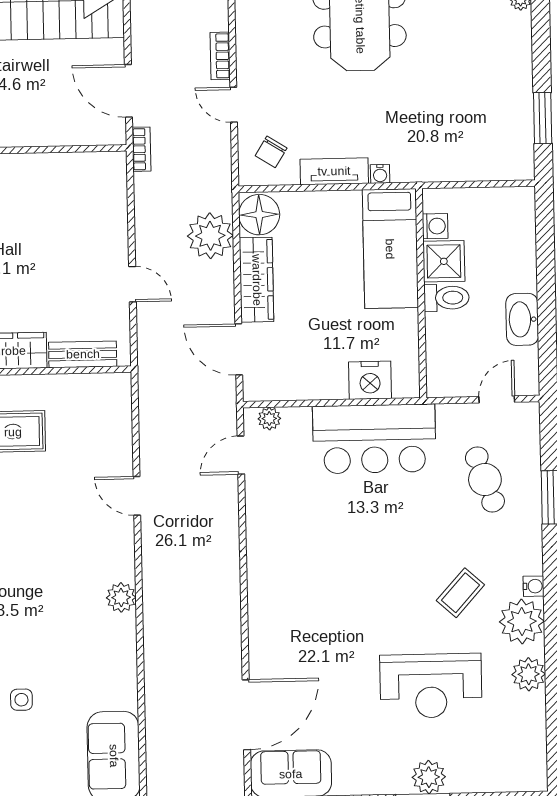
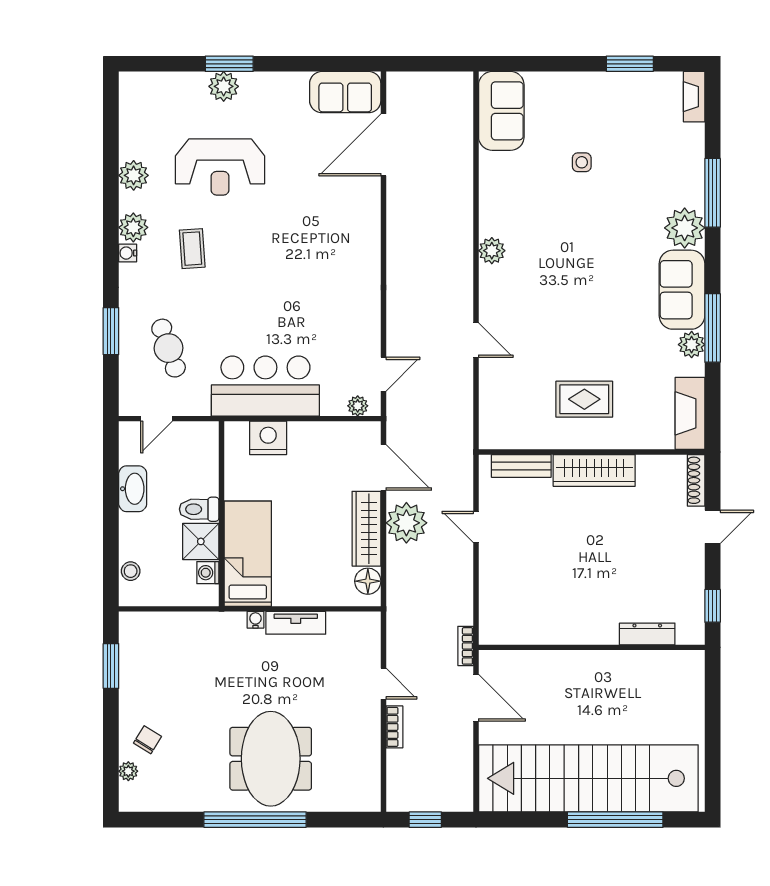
chair: (271, 152) -> (148, 740), moved
floor lamp: (259, 215) -> (368, 581), width x0.73, depth x0.73
stool: (523, 226) -> (131, 571), added
plant: (210, 236) -> (406, 523), moved
coffee table: (460, 593) -> (192, 249), turned -46
plant: (522, 621) -> (133, 227), width x0.73, depth x0.73
reception desk: (431, 686) -> (220, 167), turned 180

